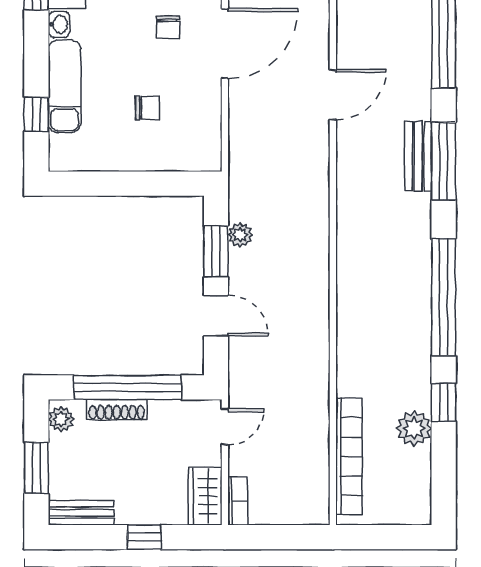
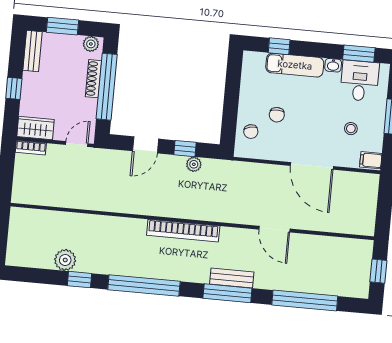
chair: (168, 27) -> (251, 132), moved, turned -103
window: (216, 251) -> (185, 149), width x0.67
door: (225, 427) -> (77, 144), swing flipped
bookcase: (349, 456) -> (183, 231), moved

